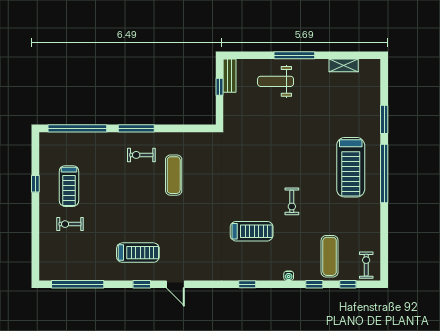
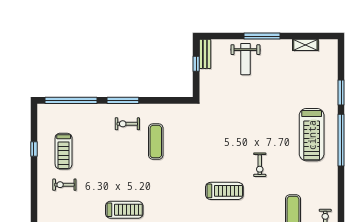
weight bench: (276, 81) -> (245, 59), turned -90

